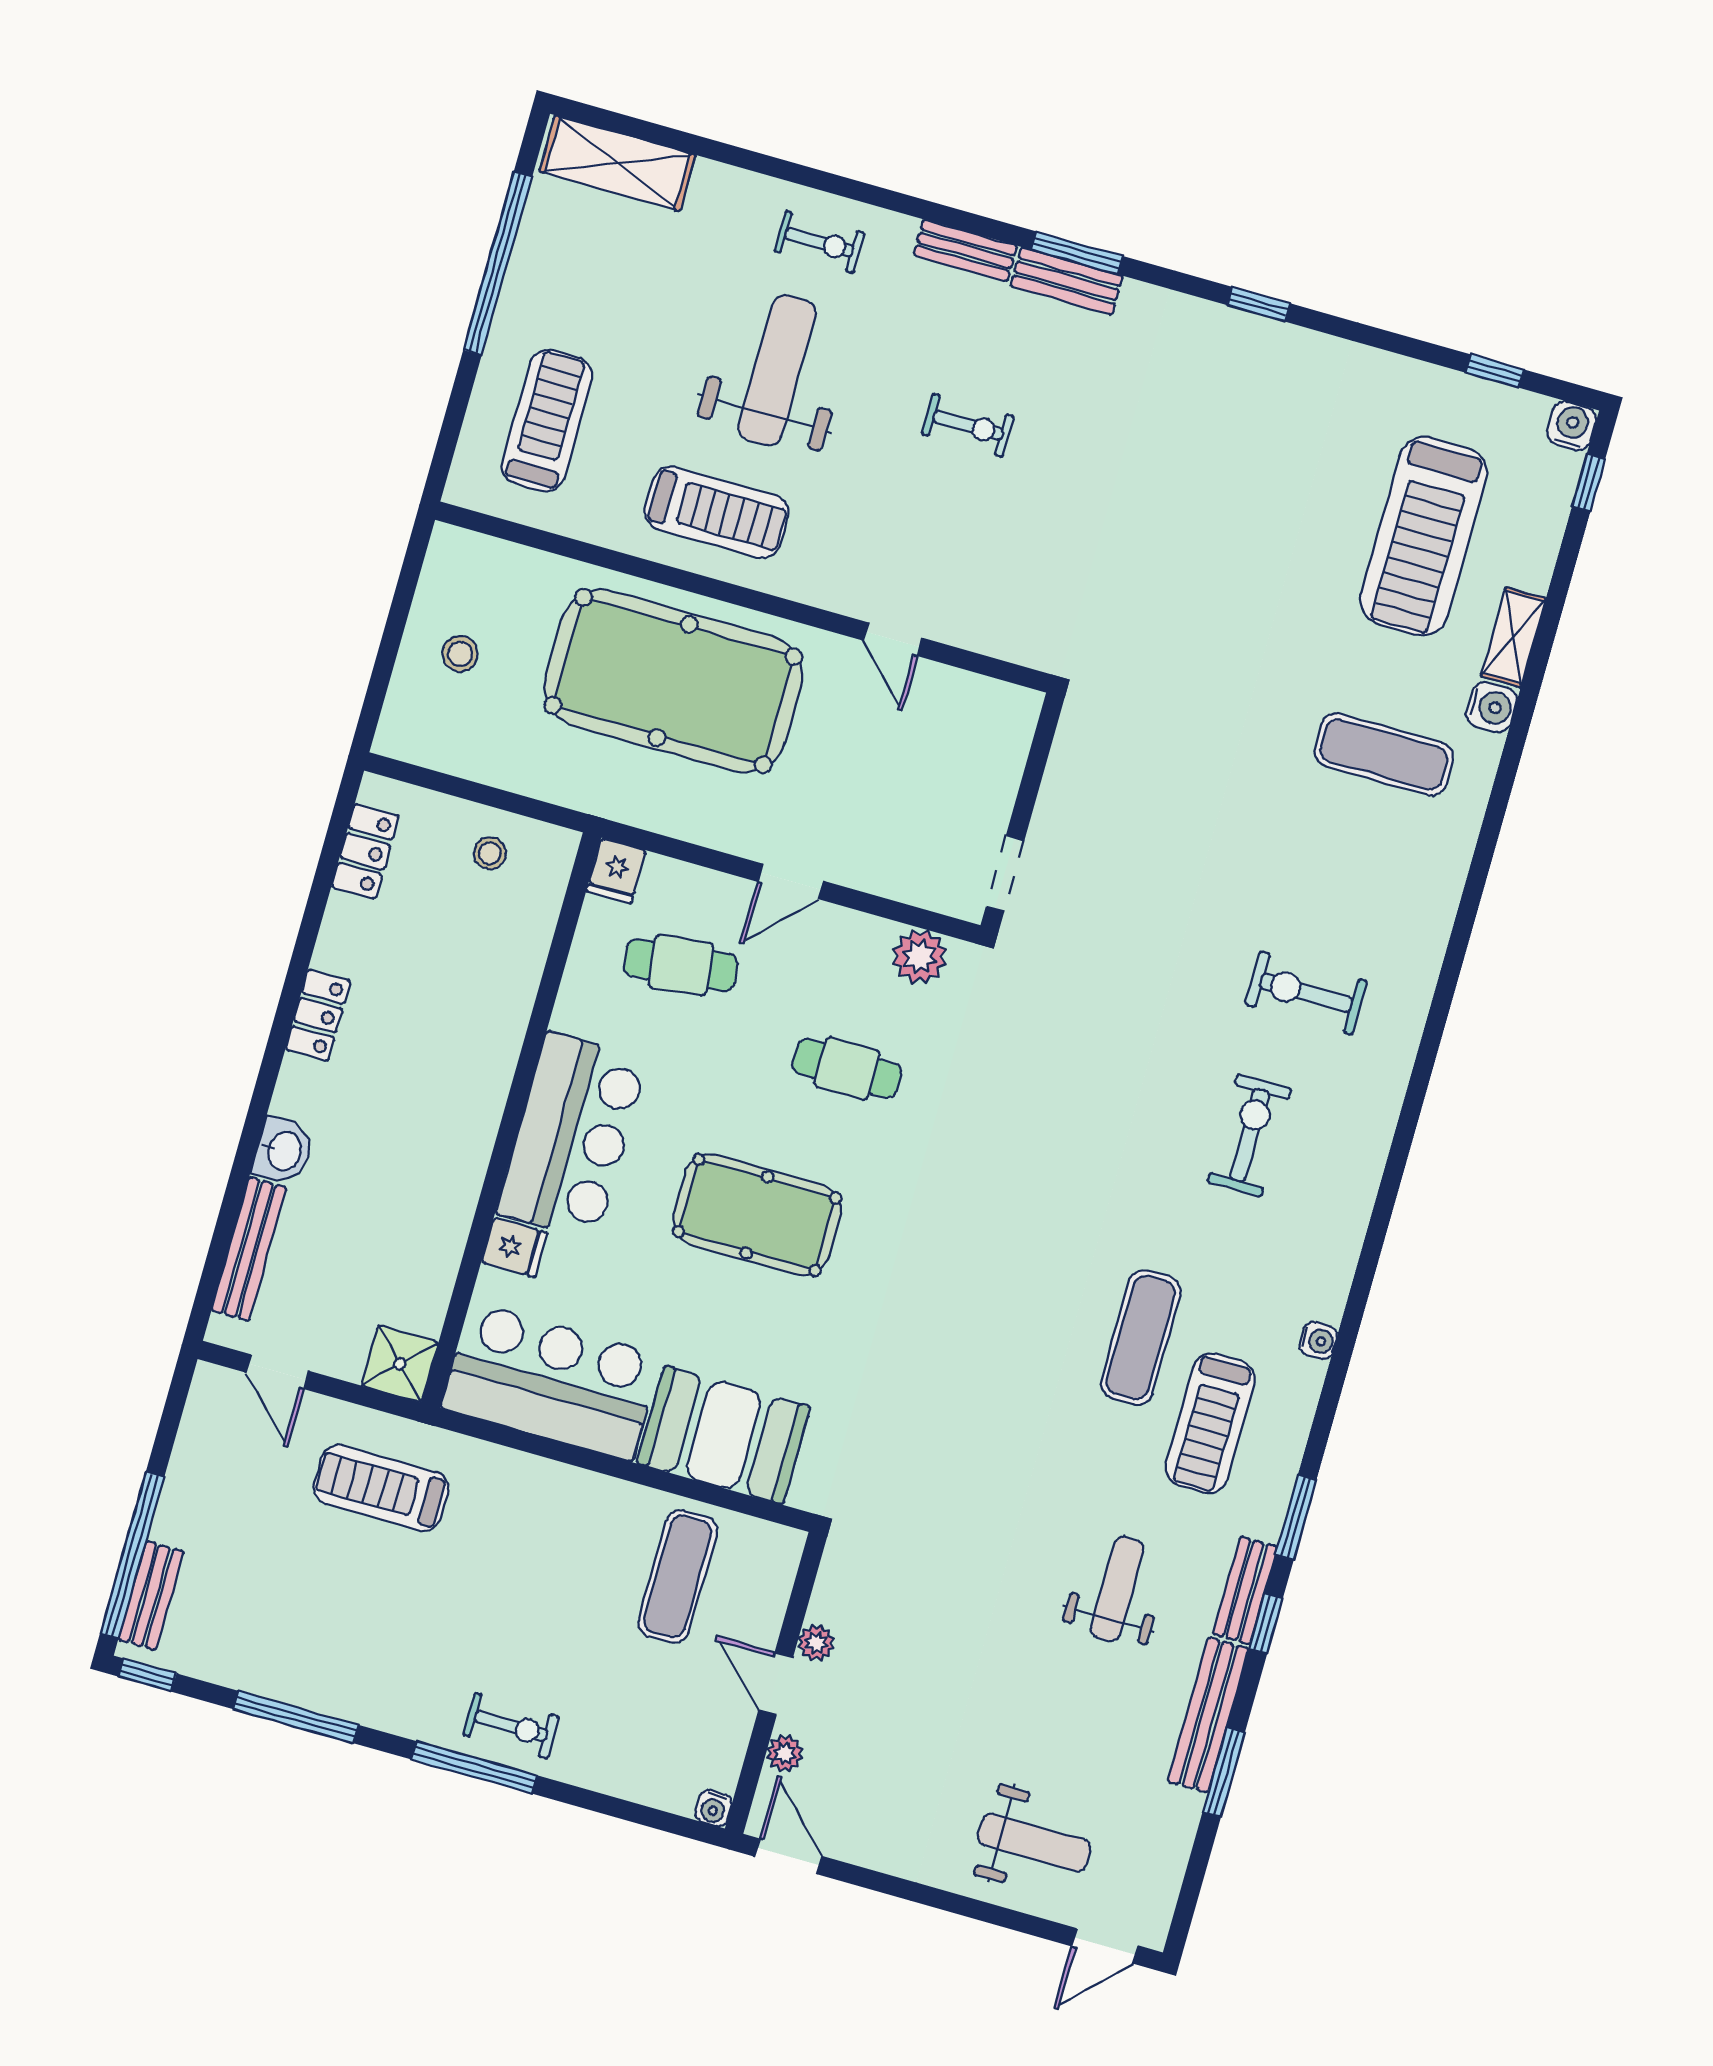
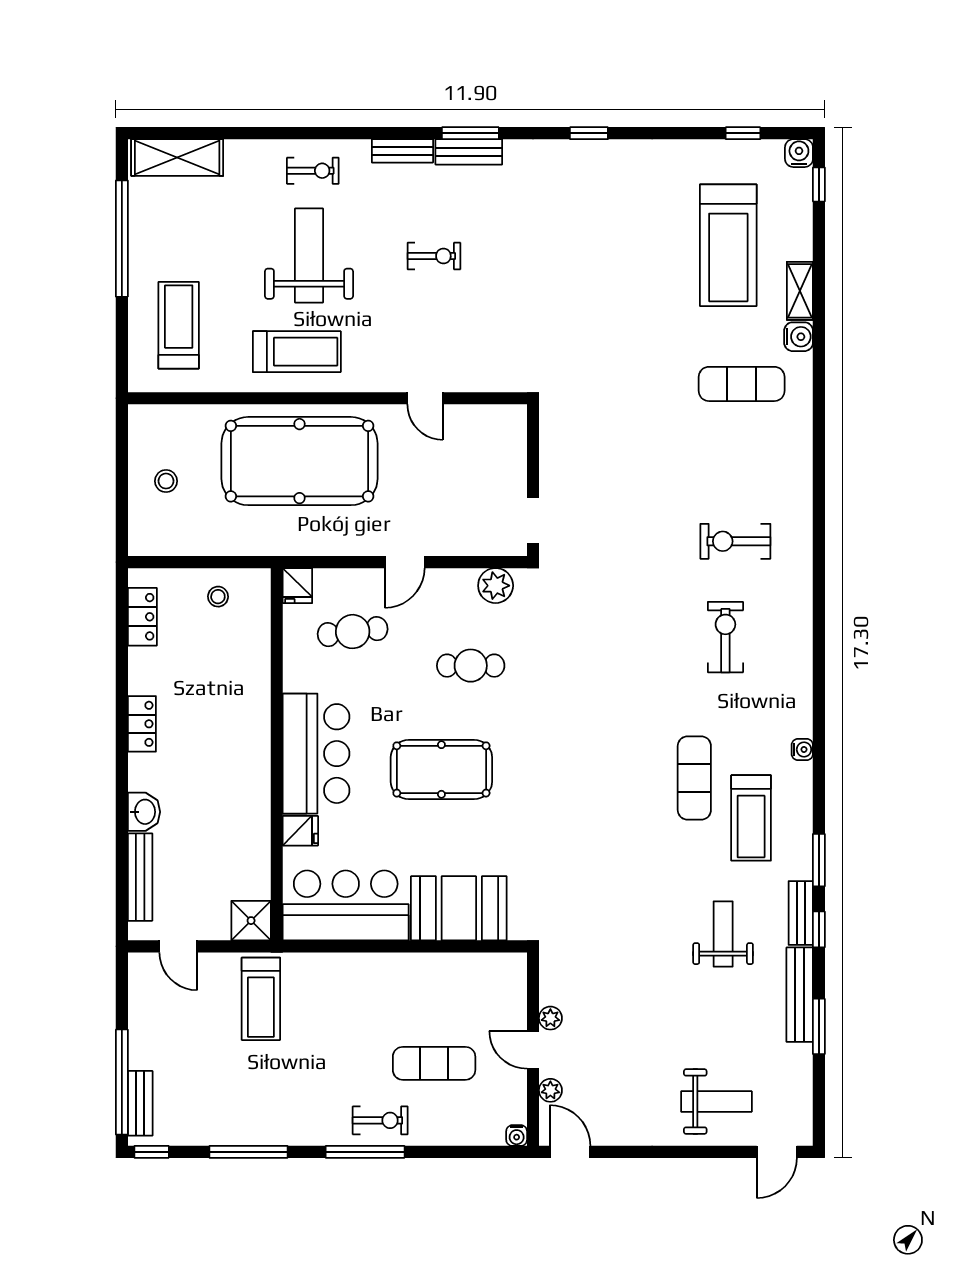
treadmill: (381, 1488) -> (261, 999), turned -90
exercise mat: (678, 1576) -> (434, 1063), moved, turned 90

